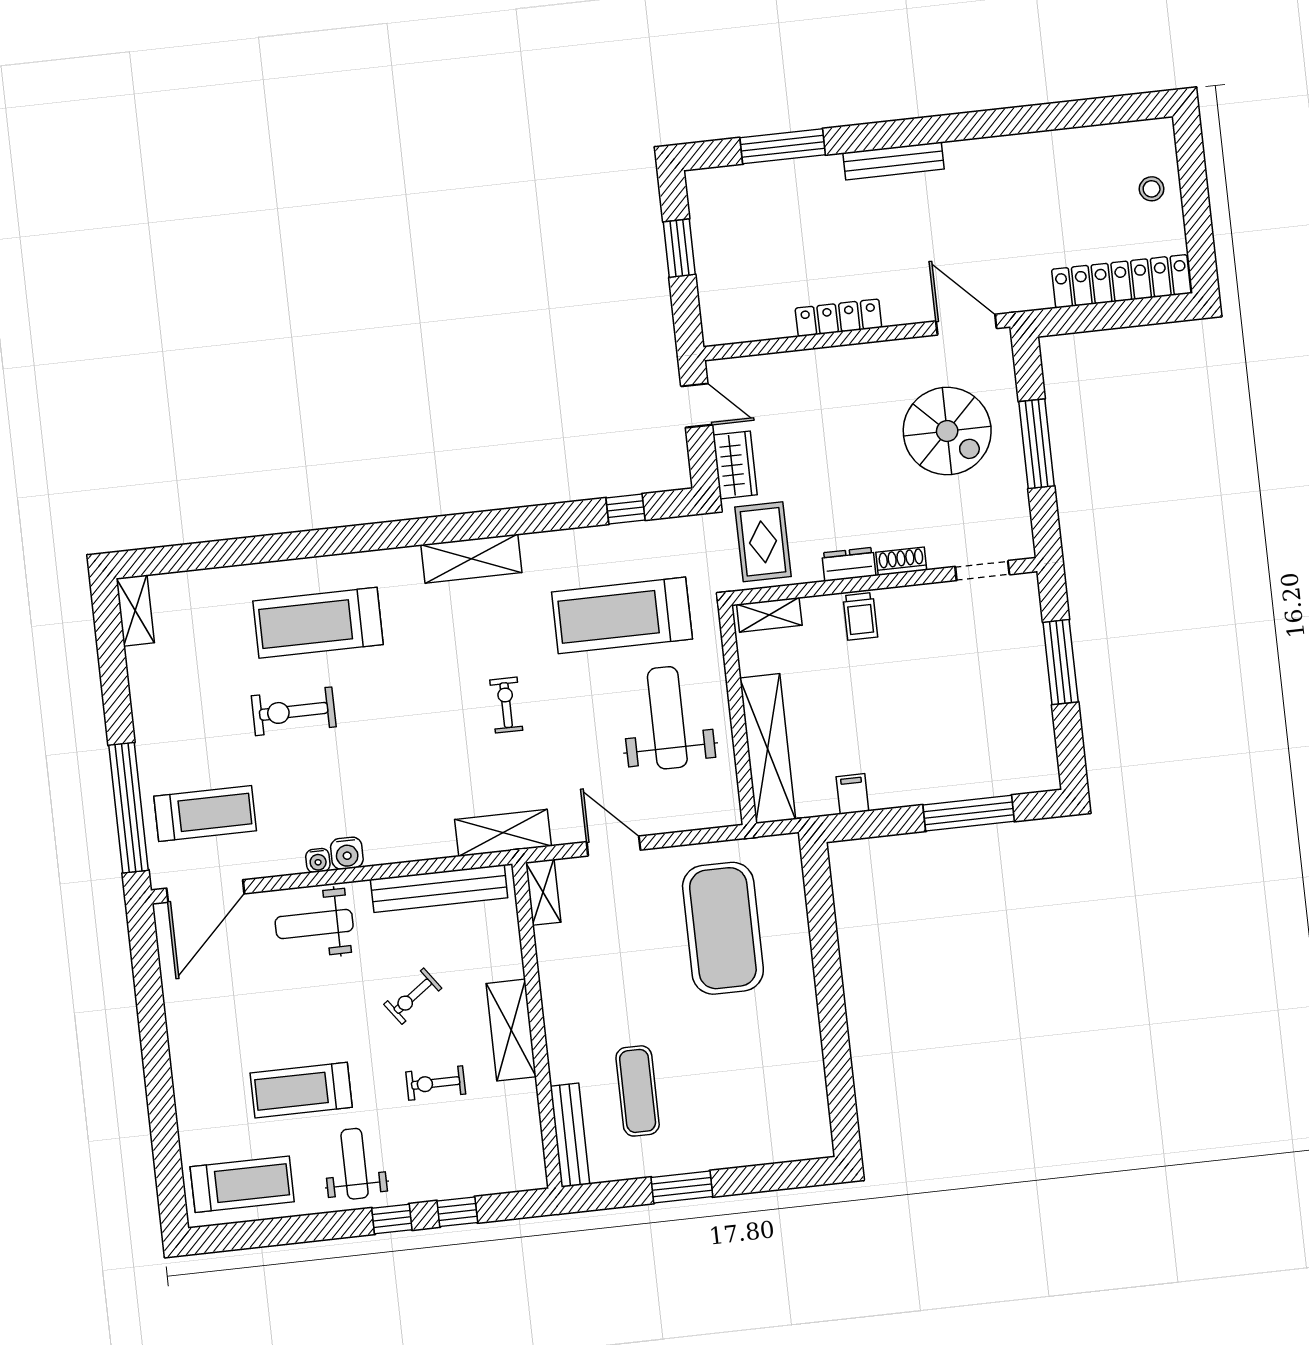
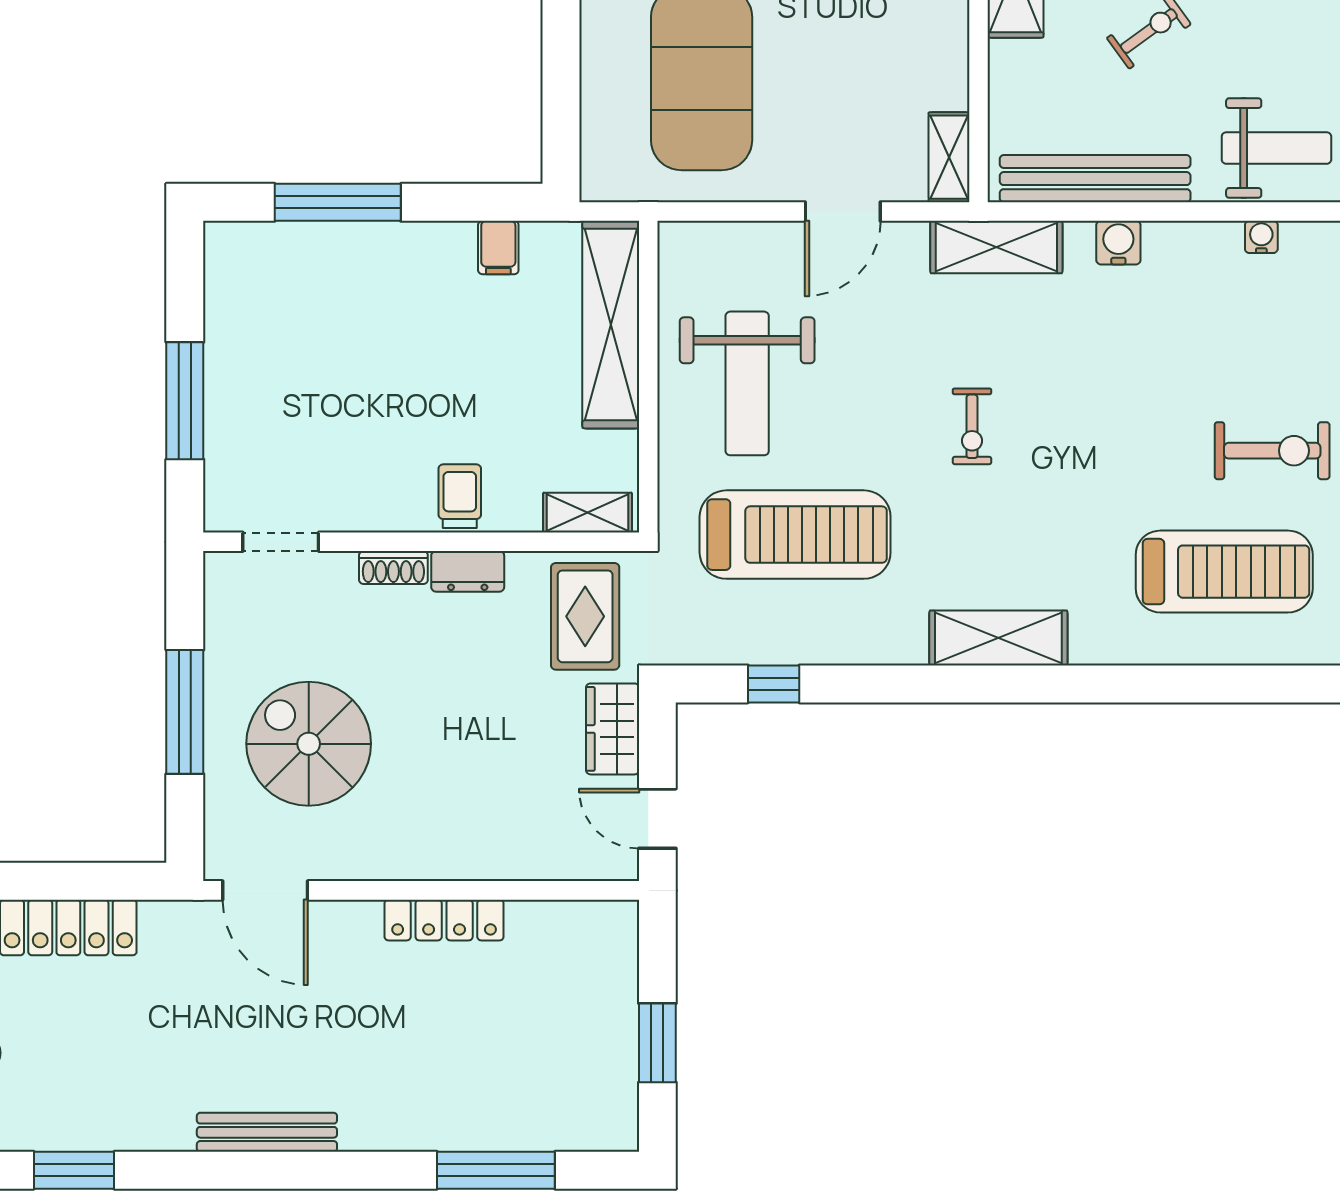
window: (1079, 114) -> (74, 1170), added
bench: (894, 161) -> (267, 1132), moved
door: (614, 846) -> (843, 211), hinge flipped
water cooler: (347, 853) -> (1118, 243), moved

